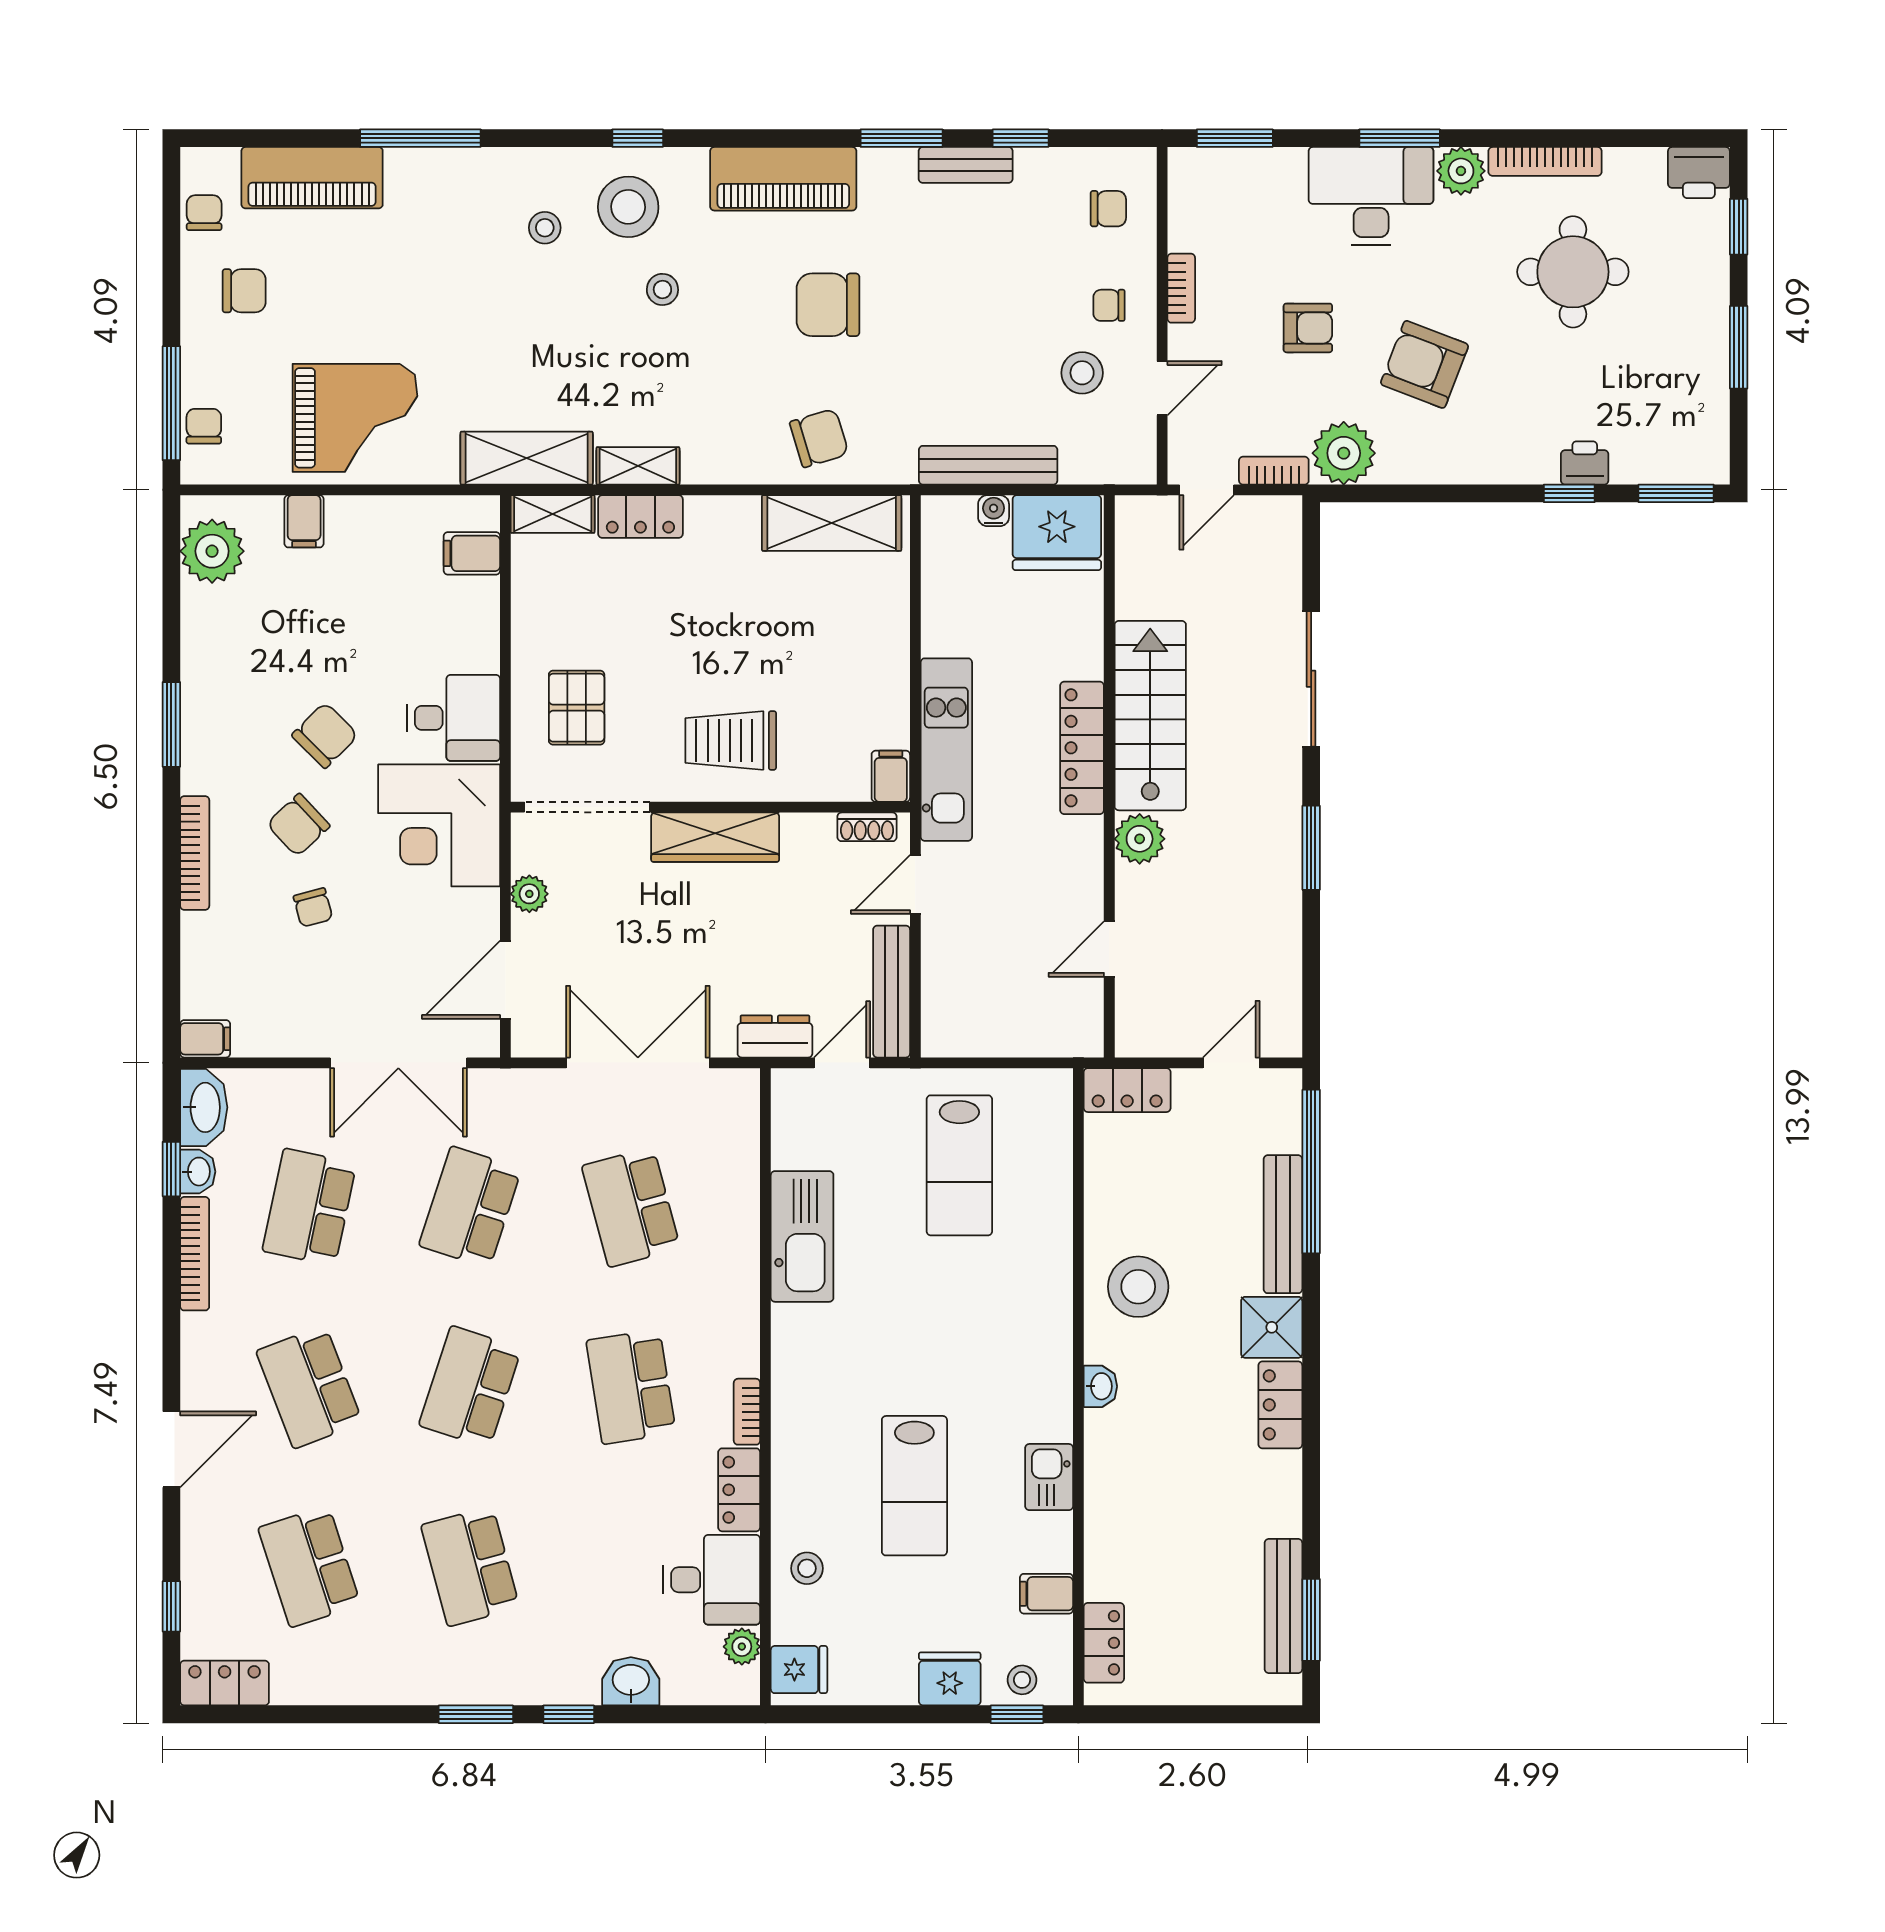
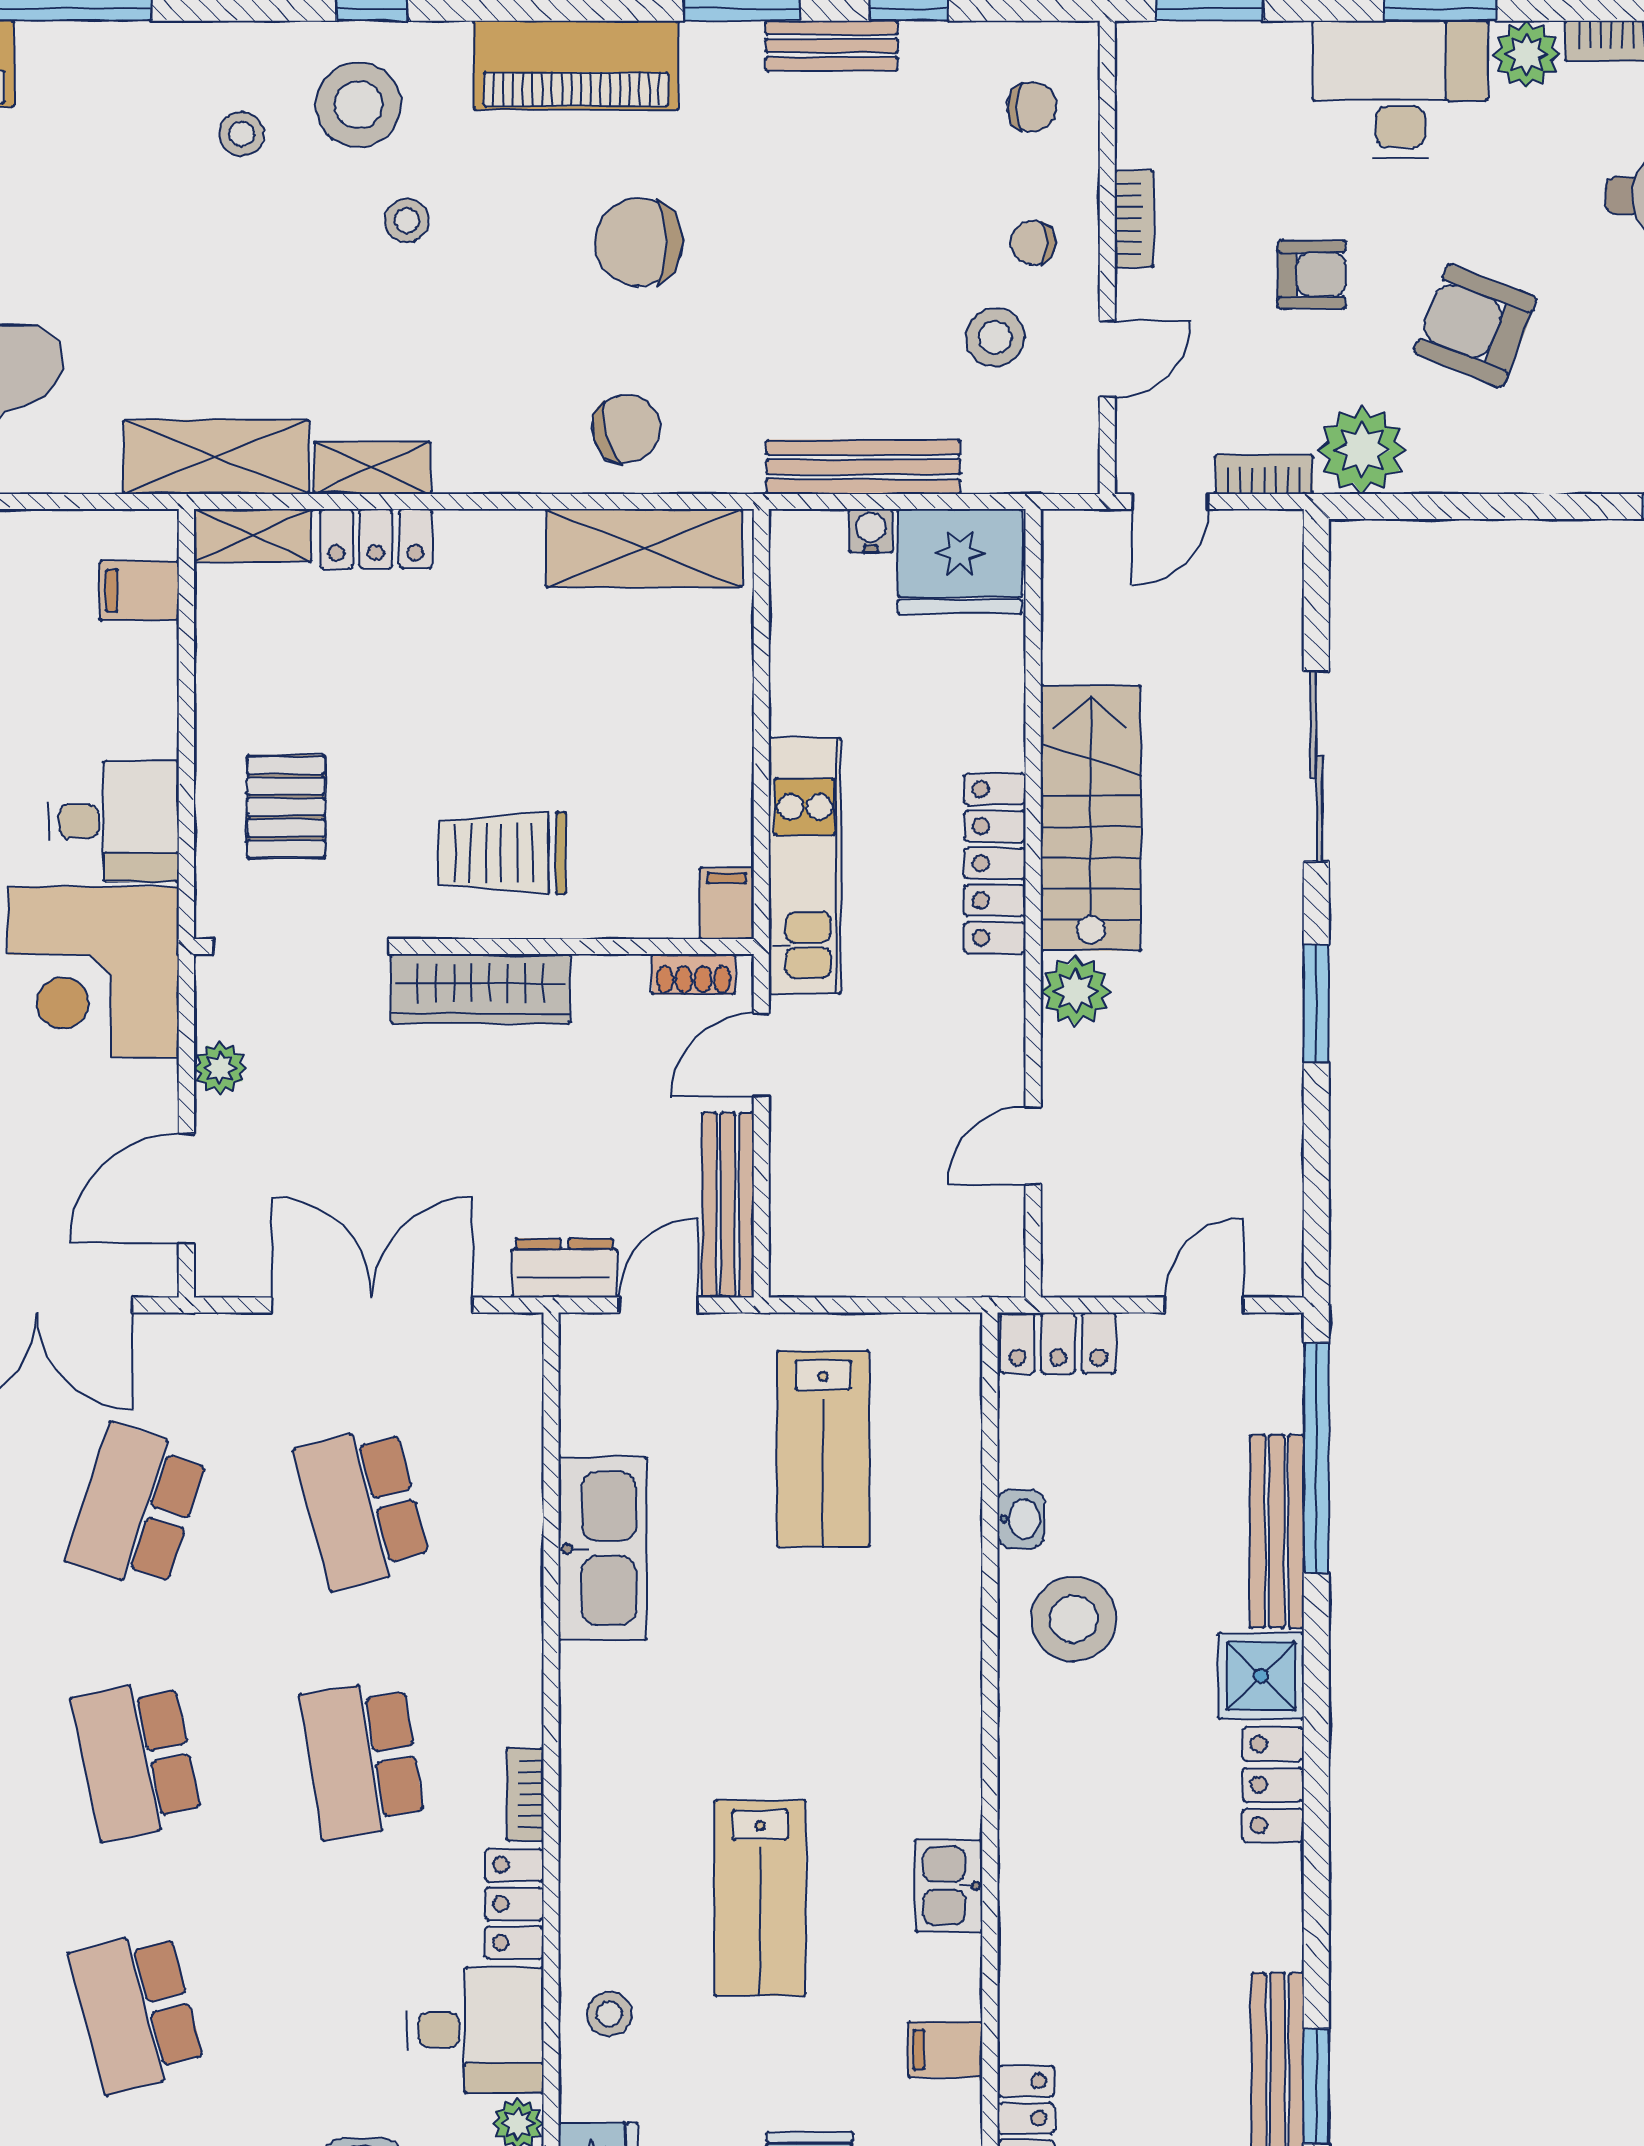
washbasin: (1100, 1386) -> (1021, 1519), moved
school desk: (470, 1387) -> (137, 1759), turned -30

